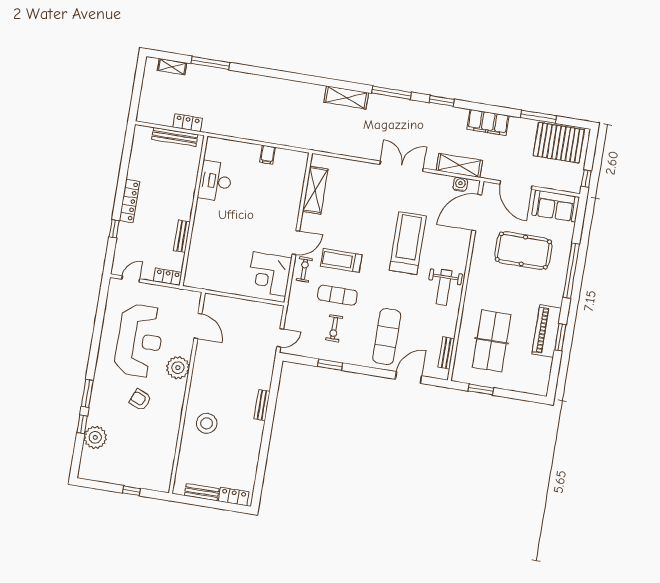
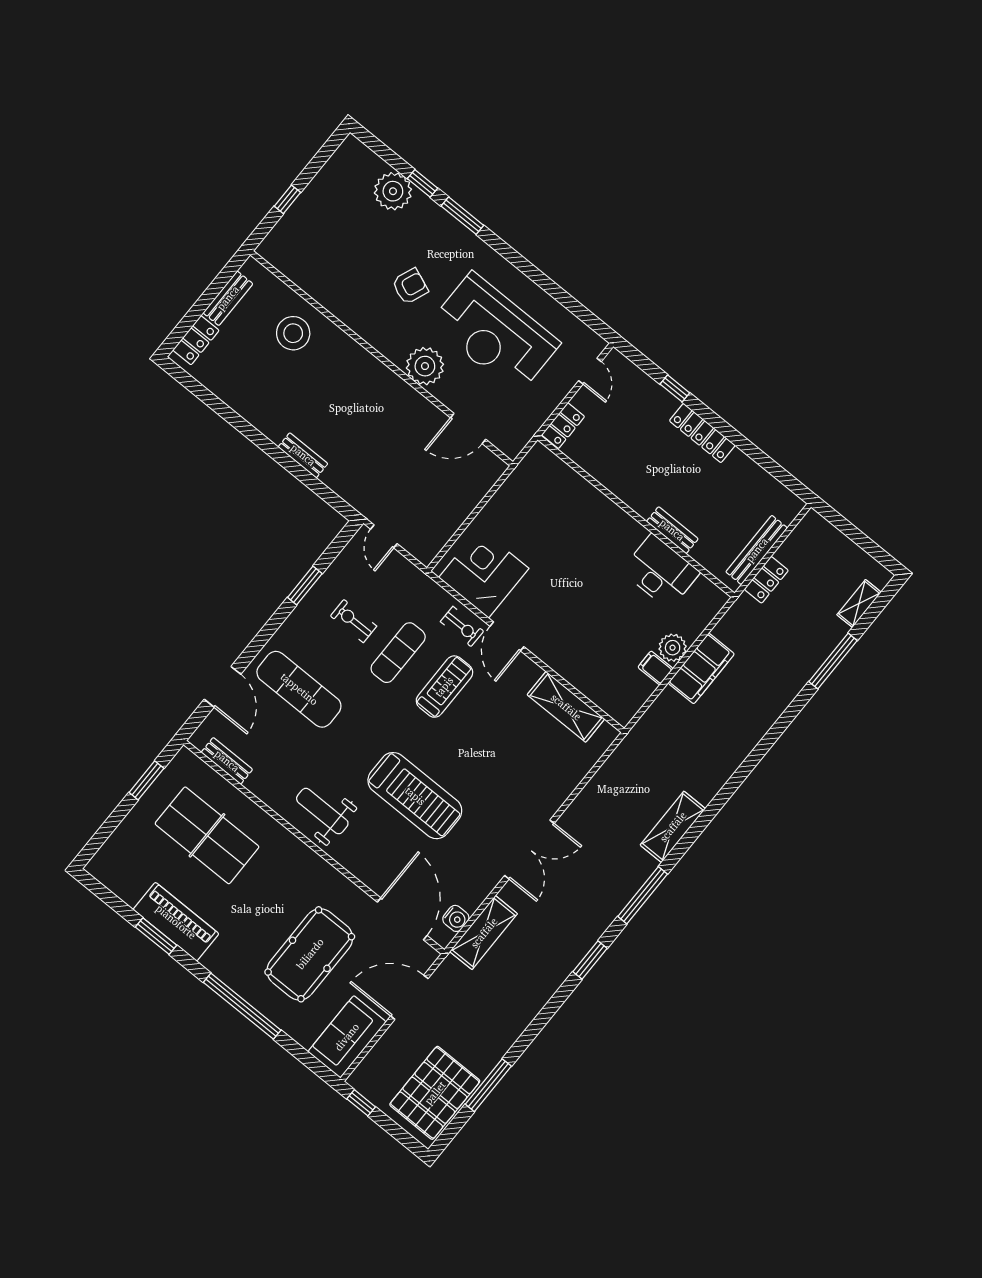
filing cabinet: (488, 122) -> (701, 668), moved, turned 180
plant: (252, 152) -> (673, 648), added
bench: (182, 236) -> (672, 530), moved
stool: (207, 423) -> (293, 333), moved

